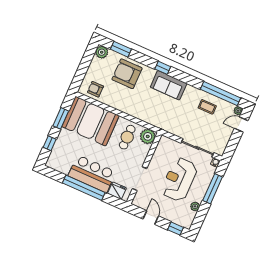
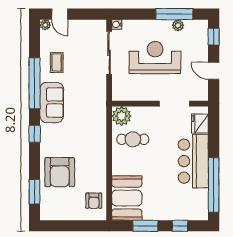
plant: (102, 52) -> (48, 212), removed
sofa: (169, 85) -> (52, 103), moved
window: (220, 94) -> (35, 83), moved
booth: (91, 121) -> (127, 198), width x0.73, depth x0.70
reception desk: (179, 179) -> (155, 58), turned 180
window: (84, 188) -> (214, 185), moved
window: (213, 189) -> (174, 14), moved
door: (151, 218) -> (214, 71), hinge flipped

